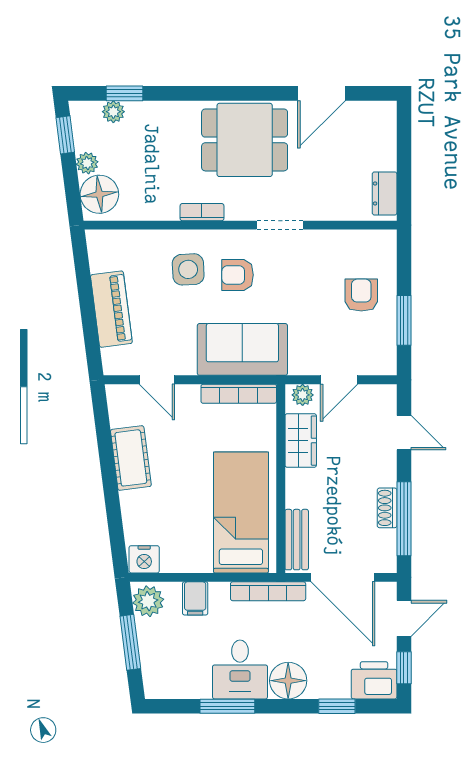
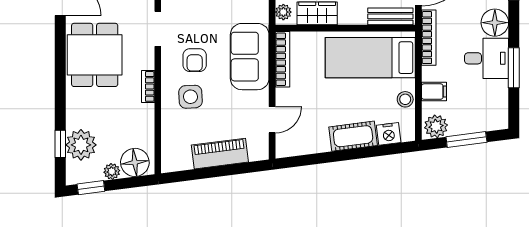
plant: (113, 112) -> (81, 145), width x1.87, depth x1.87
cot: (131, 458) -> (353, 136), moved
nightstand: (144, 559) -> (389, 134), moved, turned 83
stool: (185, 560) -> (405, 99), added

